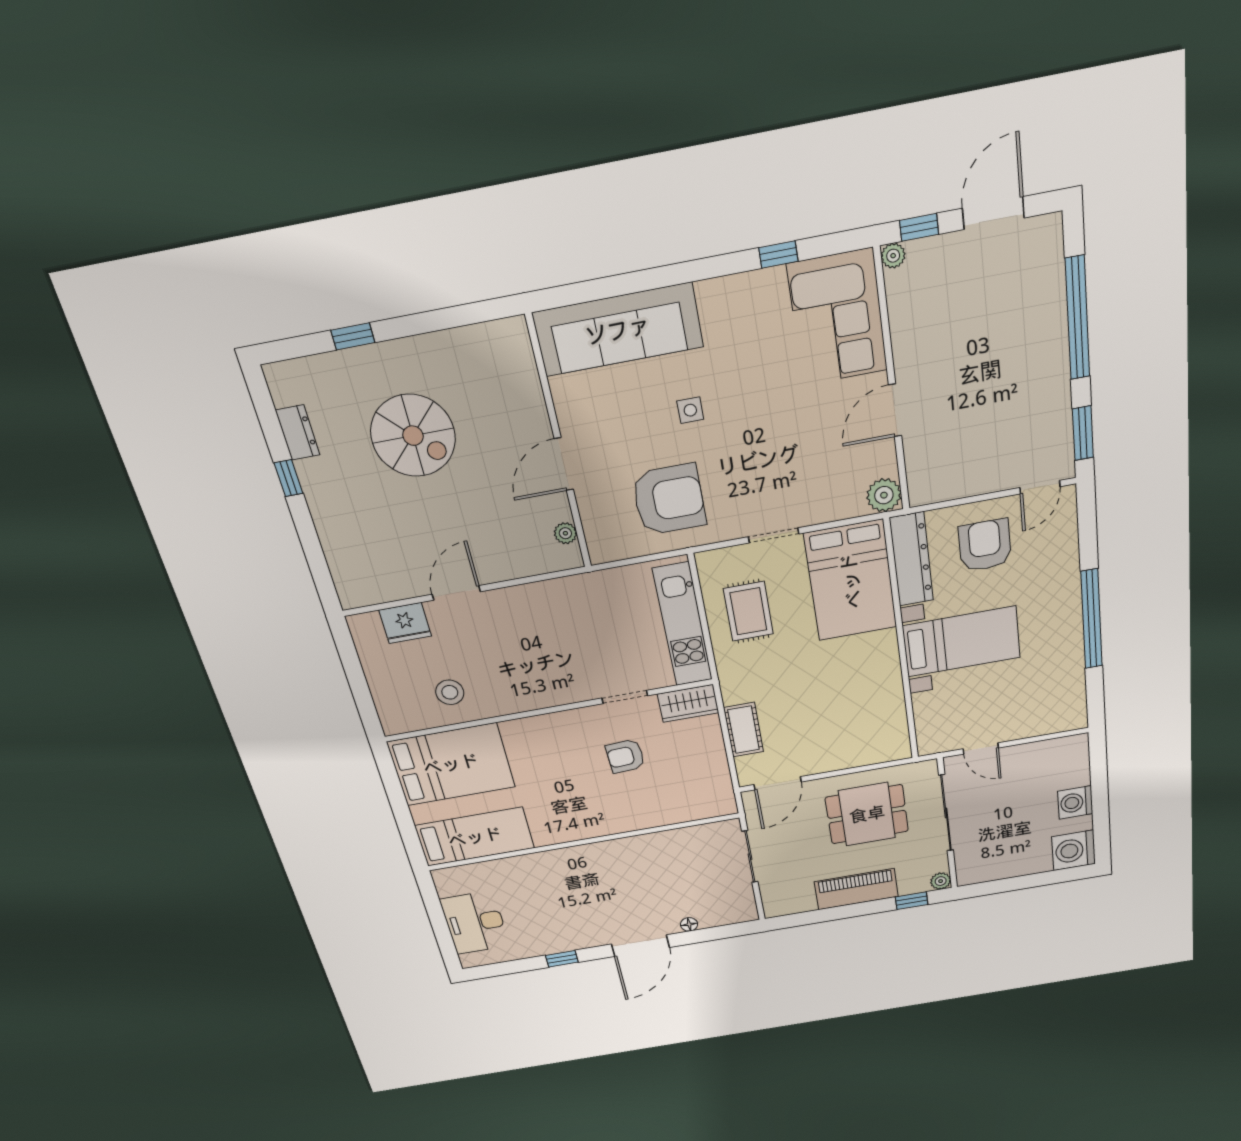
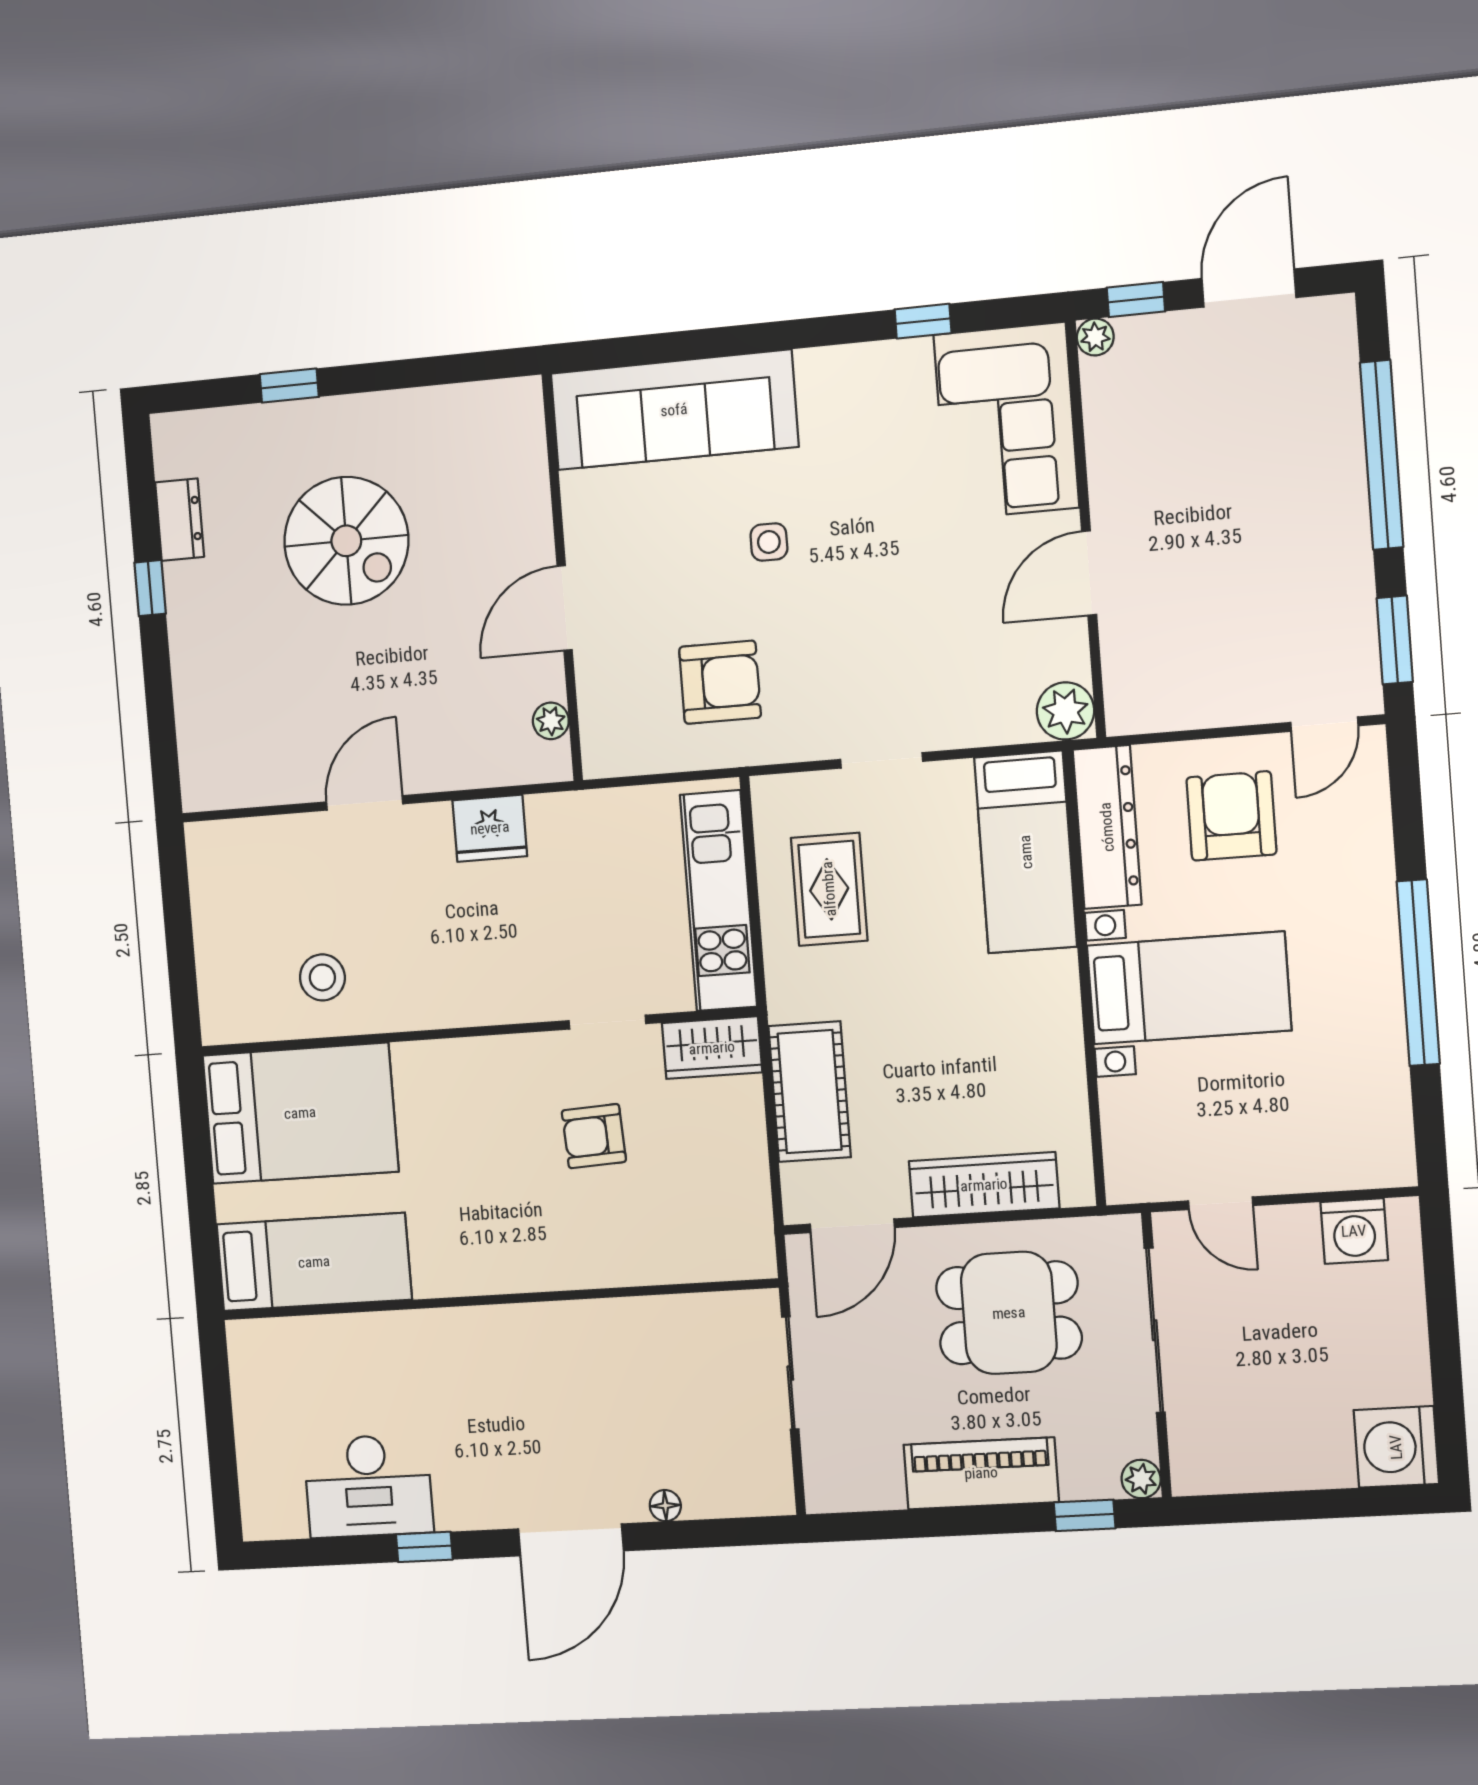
armchair: (669, 500) -> (720, 682), width x0.73, depth x0.73
bed: (851, 581) -> (1026, 852), width x0.67
fridge: (405, 623) -> (490, 828), moved
cot: (744, 730) -> (810, 1092), width x1.37, depth x1.34
wardrobe: (850, 755) -> (984, 1185), added
washing machine: (1075, 802) -> (1354, 1231), moved, turned -90
desk: (475, 923) -> (368, 1486), moved, turned -90

